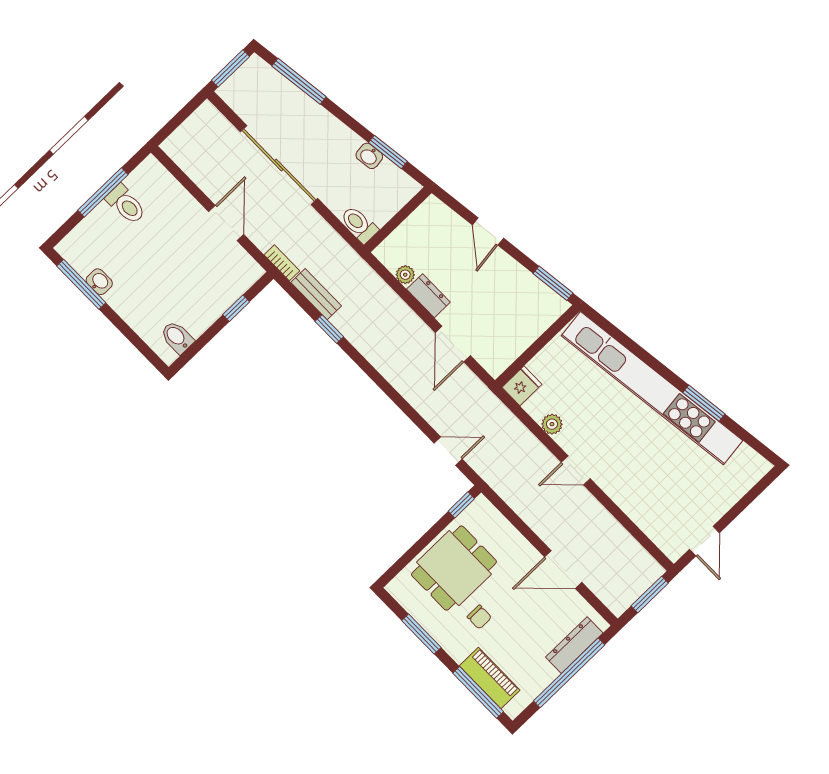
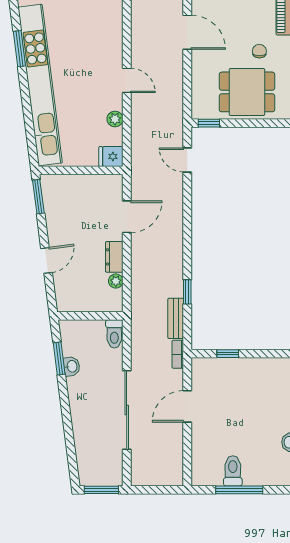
window: (299, 81) -> (70, 446), removed
bidet: (177, 337) -> (276, 369), removed

